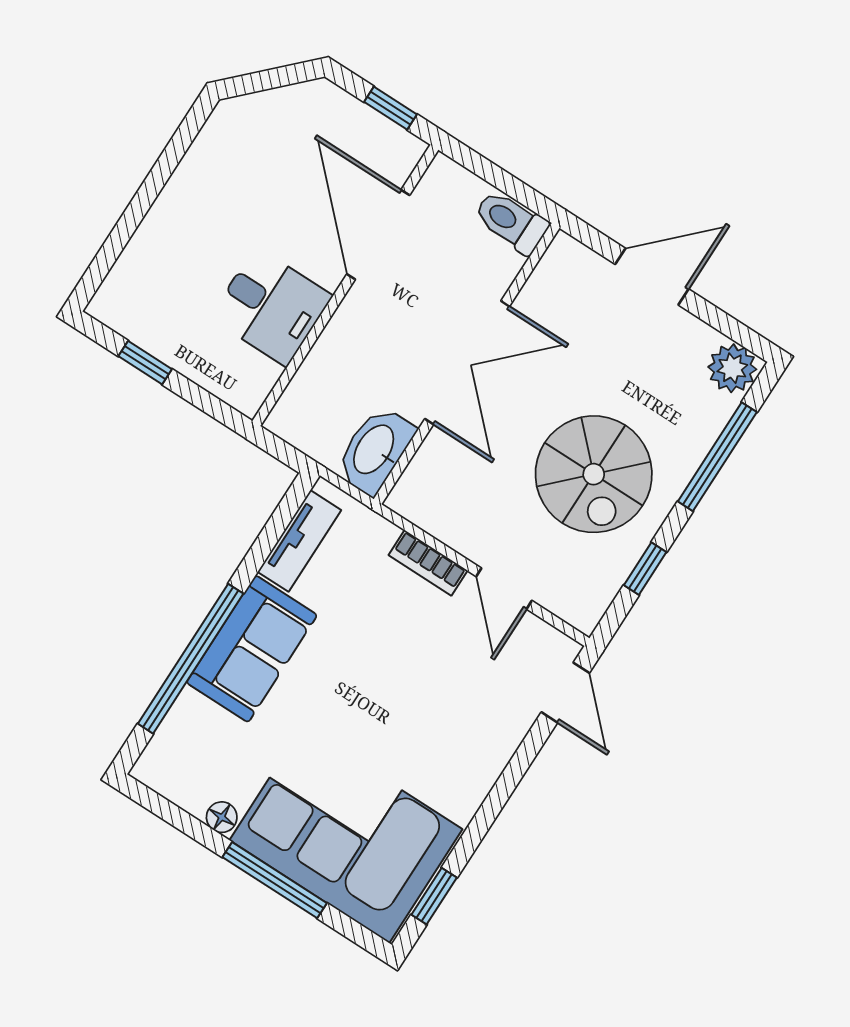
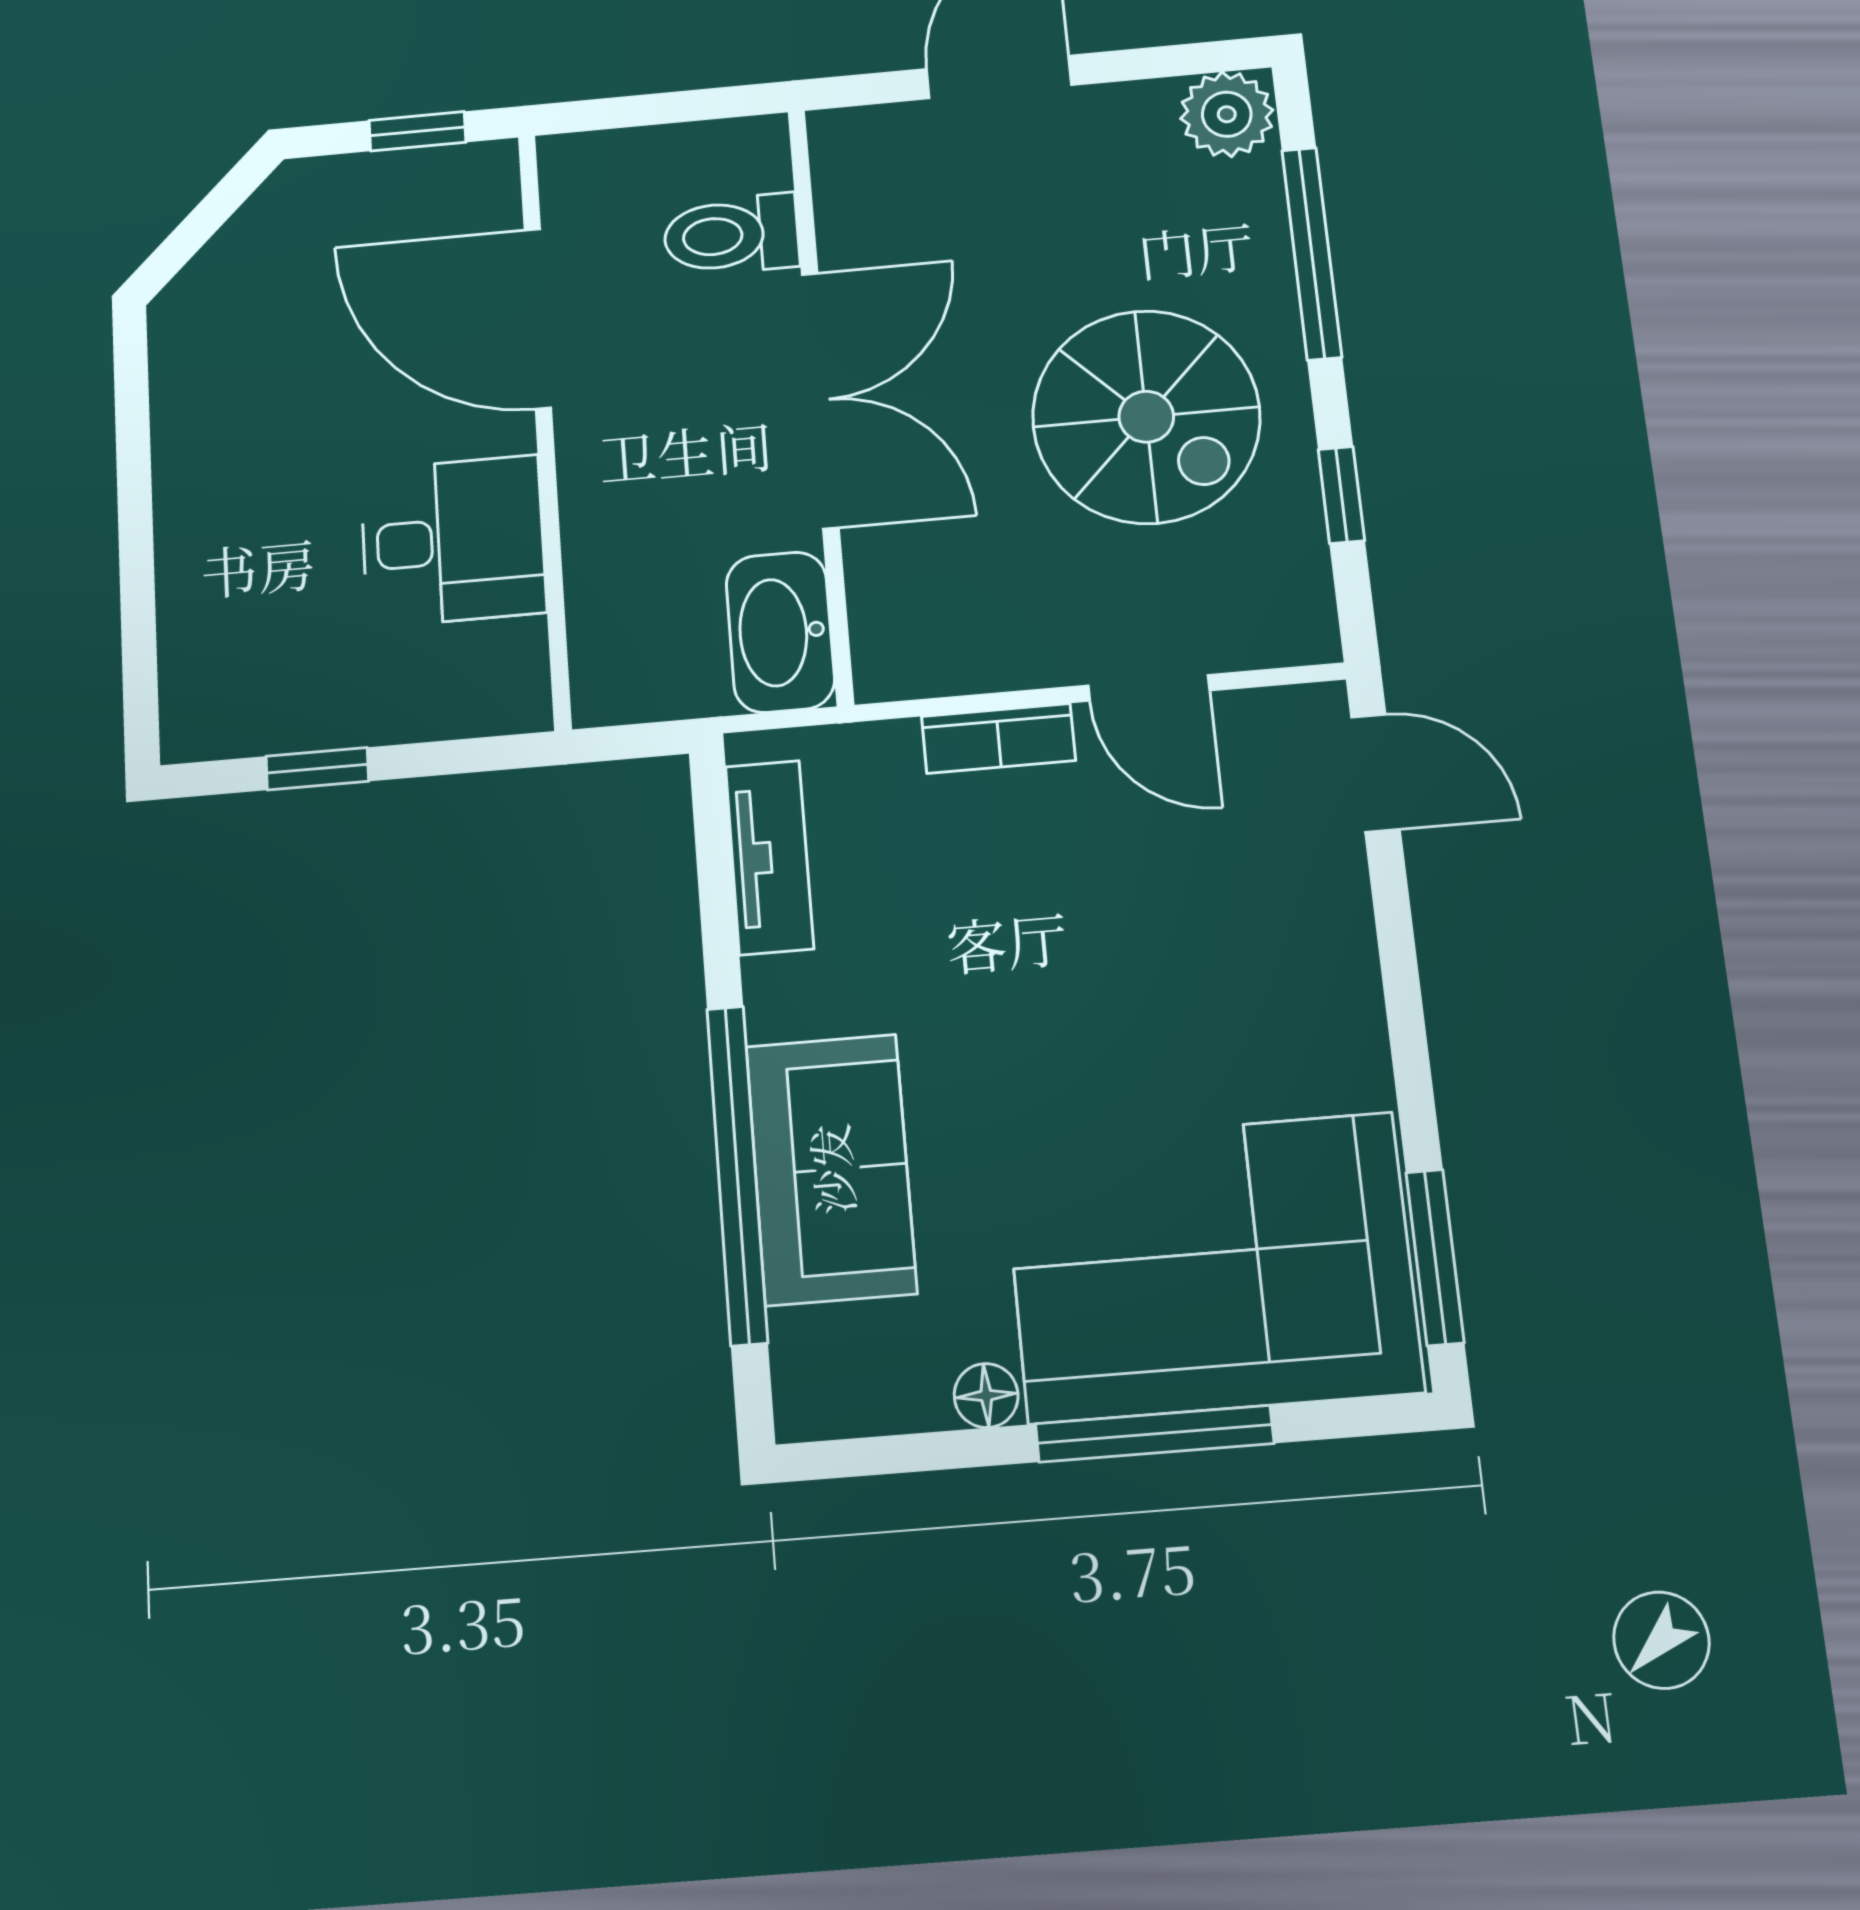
toilet: (511, 222) -> (731, 235), moved
sofa: (252, 649) -> (831, 1169), moved
window: (434, 896) -> (1435, 1257), width x1.50

